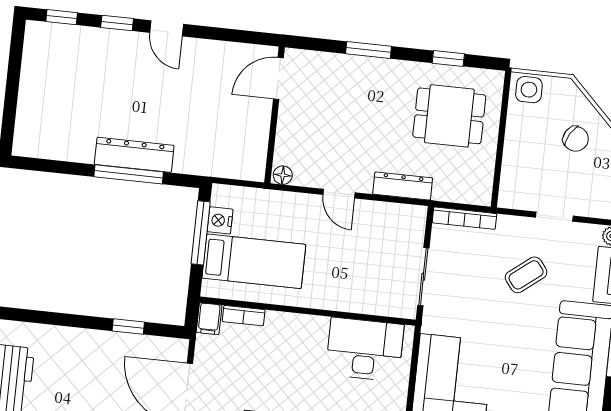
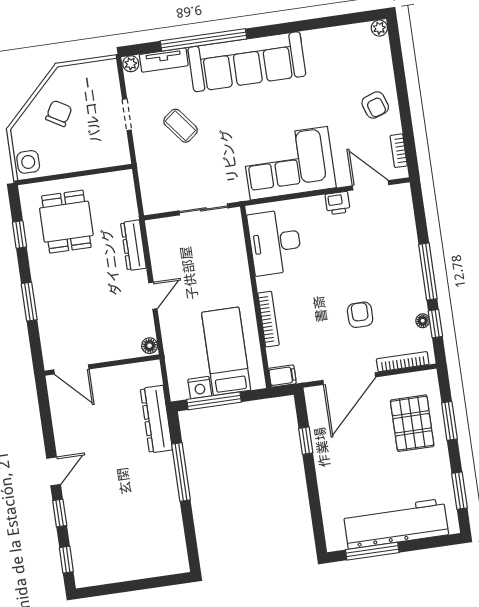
dresser: (134, 155) -> (156, 419), moved
bookcase: (464, 218) -> (147, 188), removed
bookcase: (244, 316) -> (269, 319), moved, width x1.56

